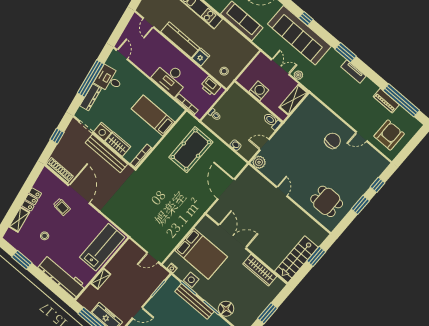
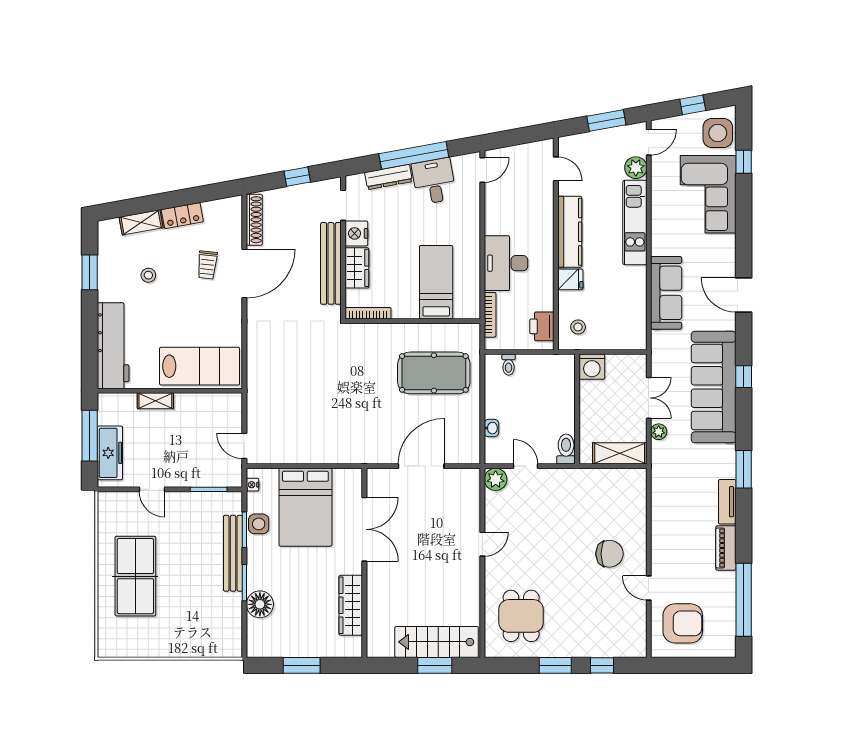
door: (148, 23) -> (556, 169), swing flipped
washing machine: (259, 91) -> (592, 367), moved, turned 90
piano: (386, 101) -> (726, 548), moved
stairs: (296, 259) -> (437, 642), moved

